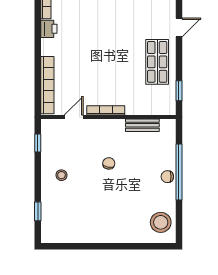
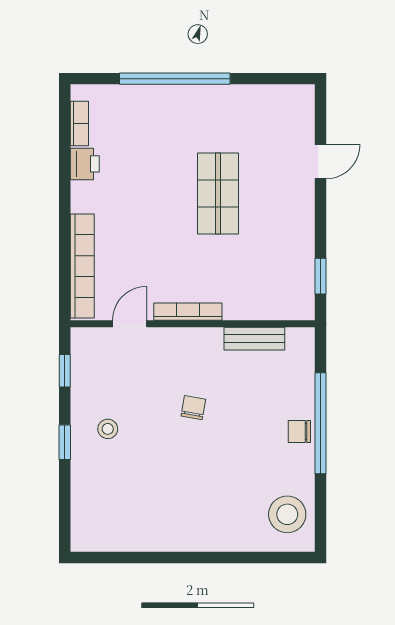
shop shelf: (157, 62) -> (218, 193), moved
window: (38, 211) -> (65, 442), moved

